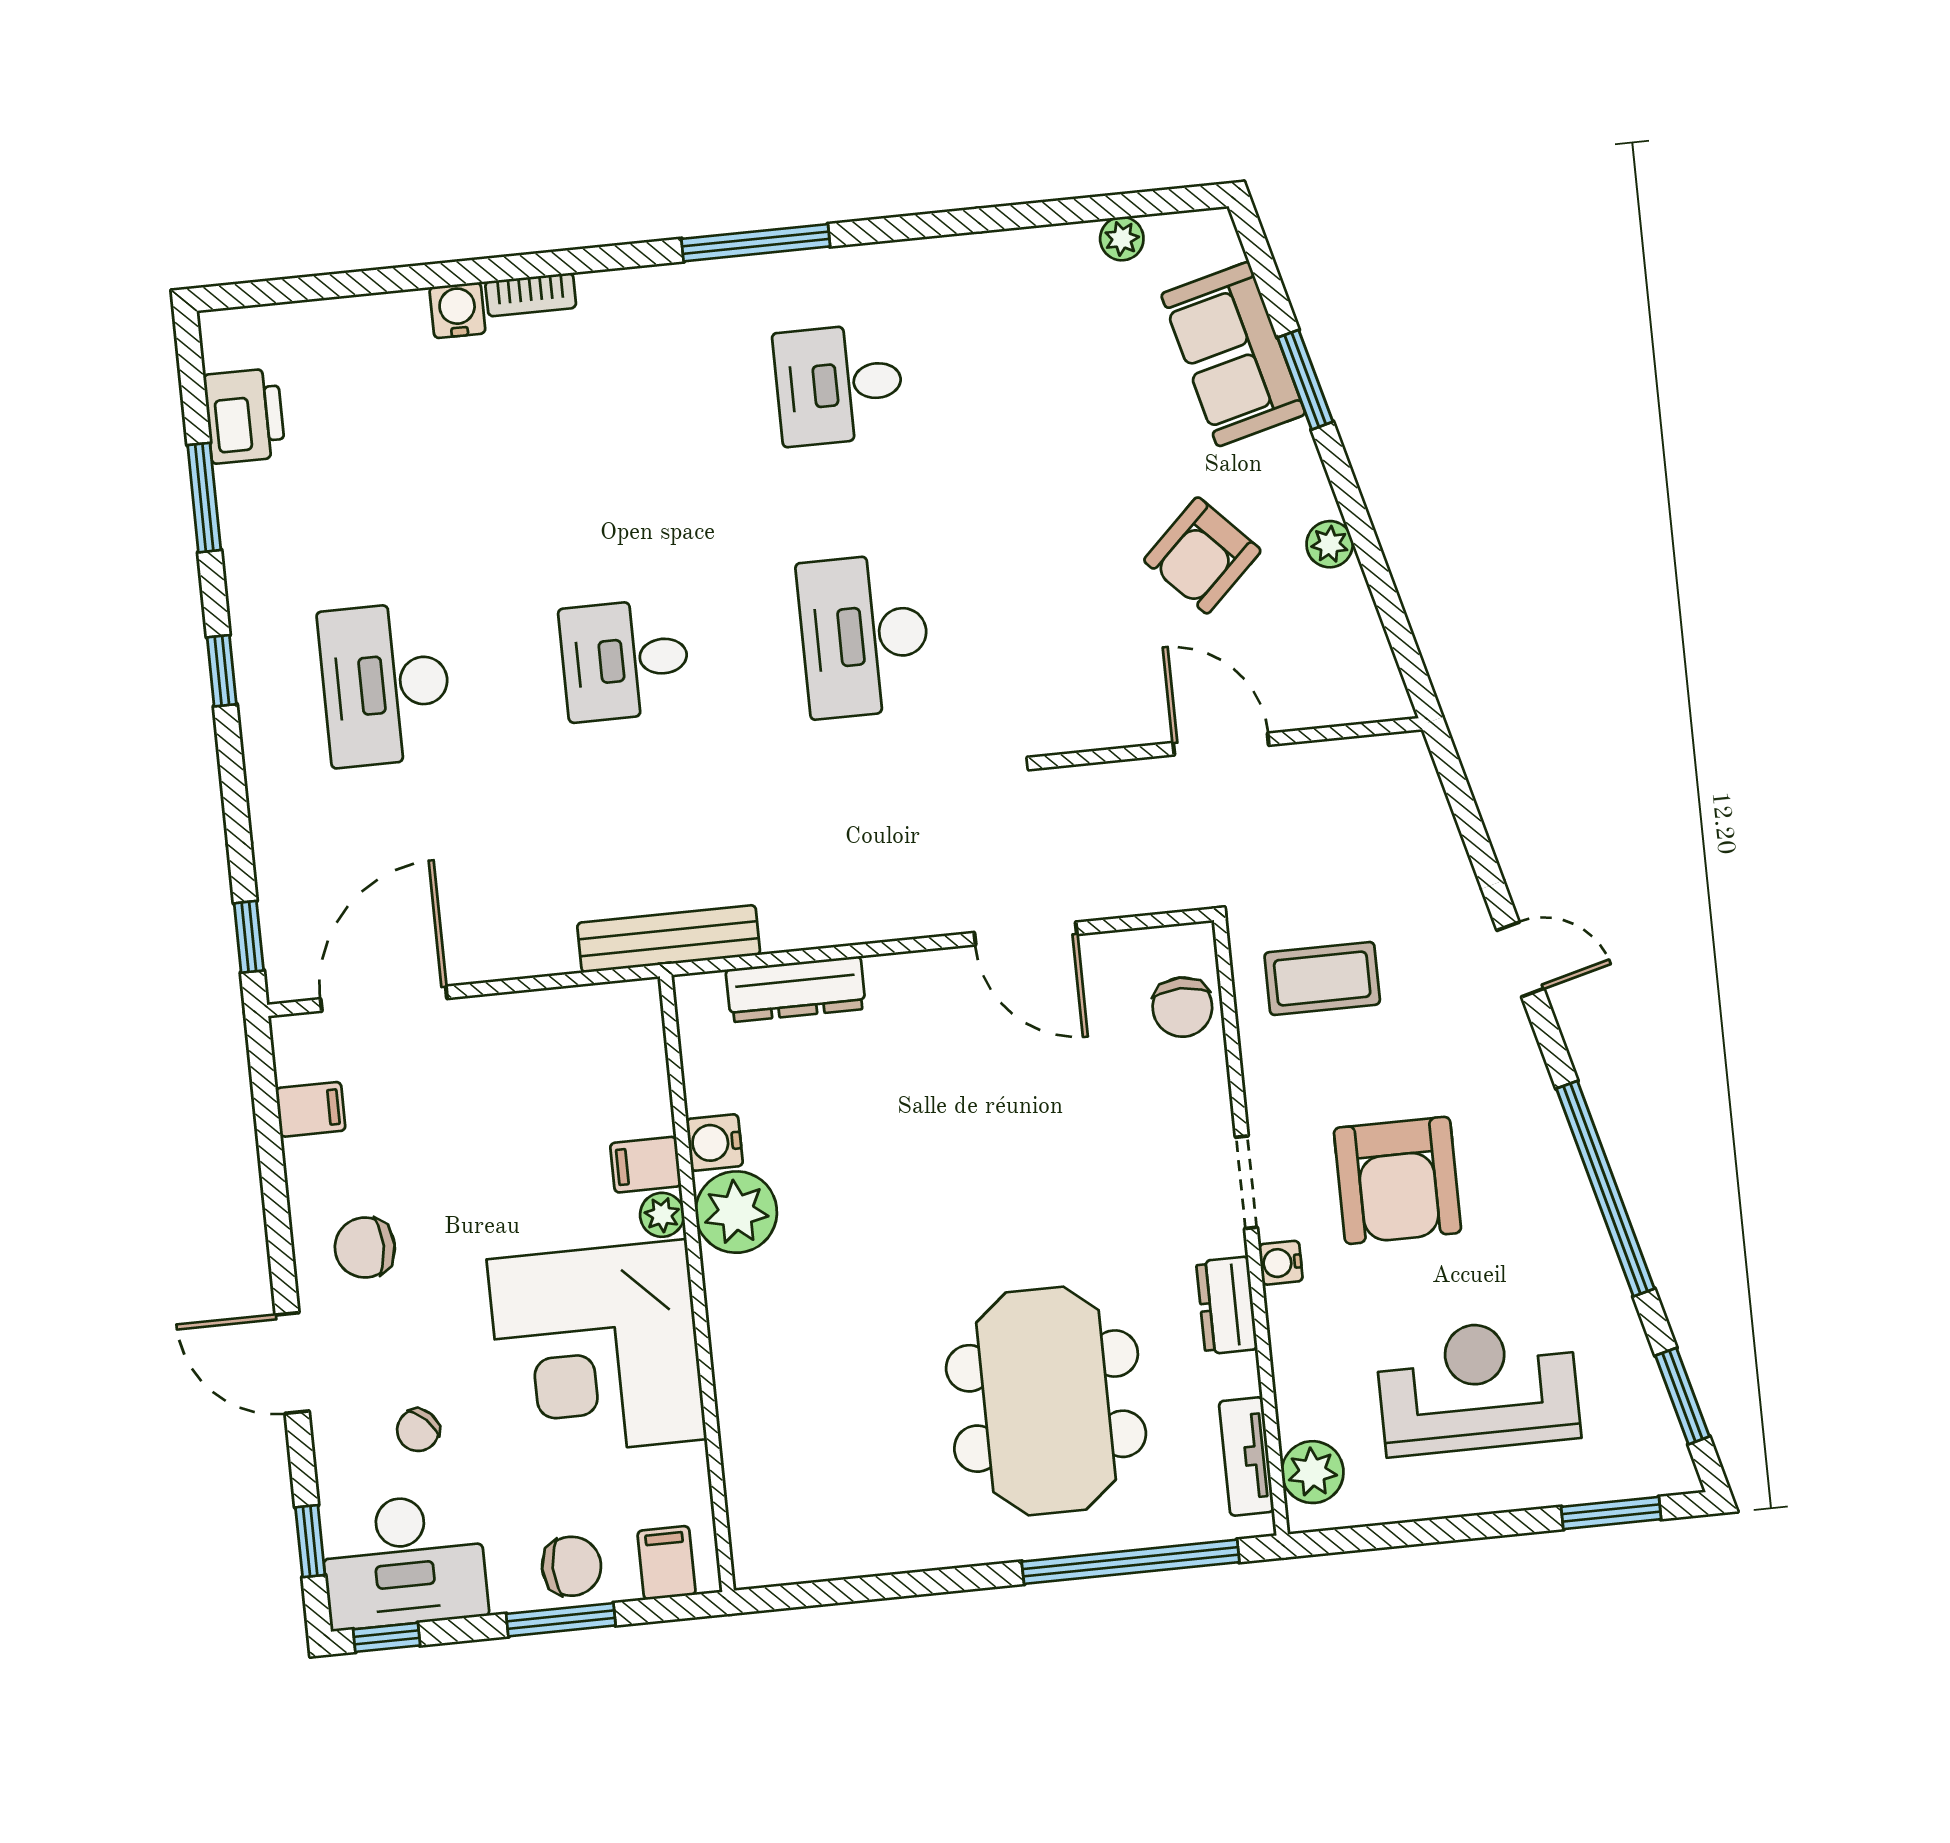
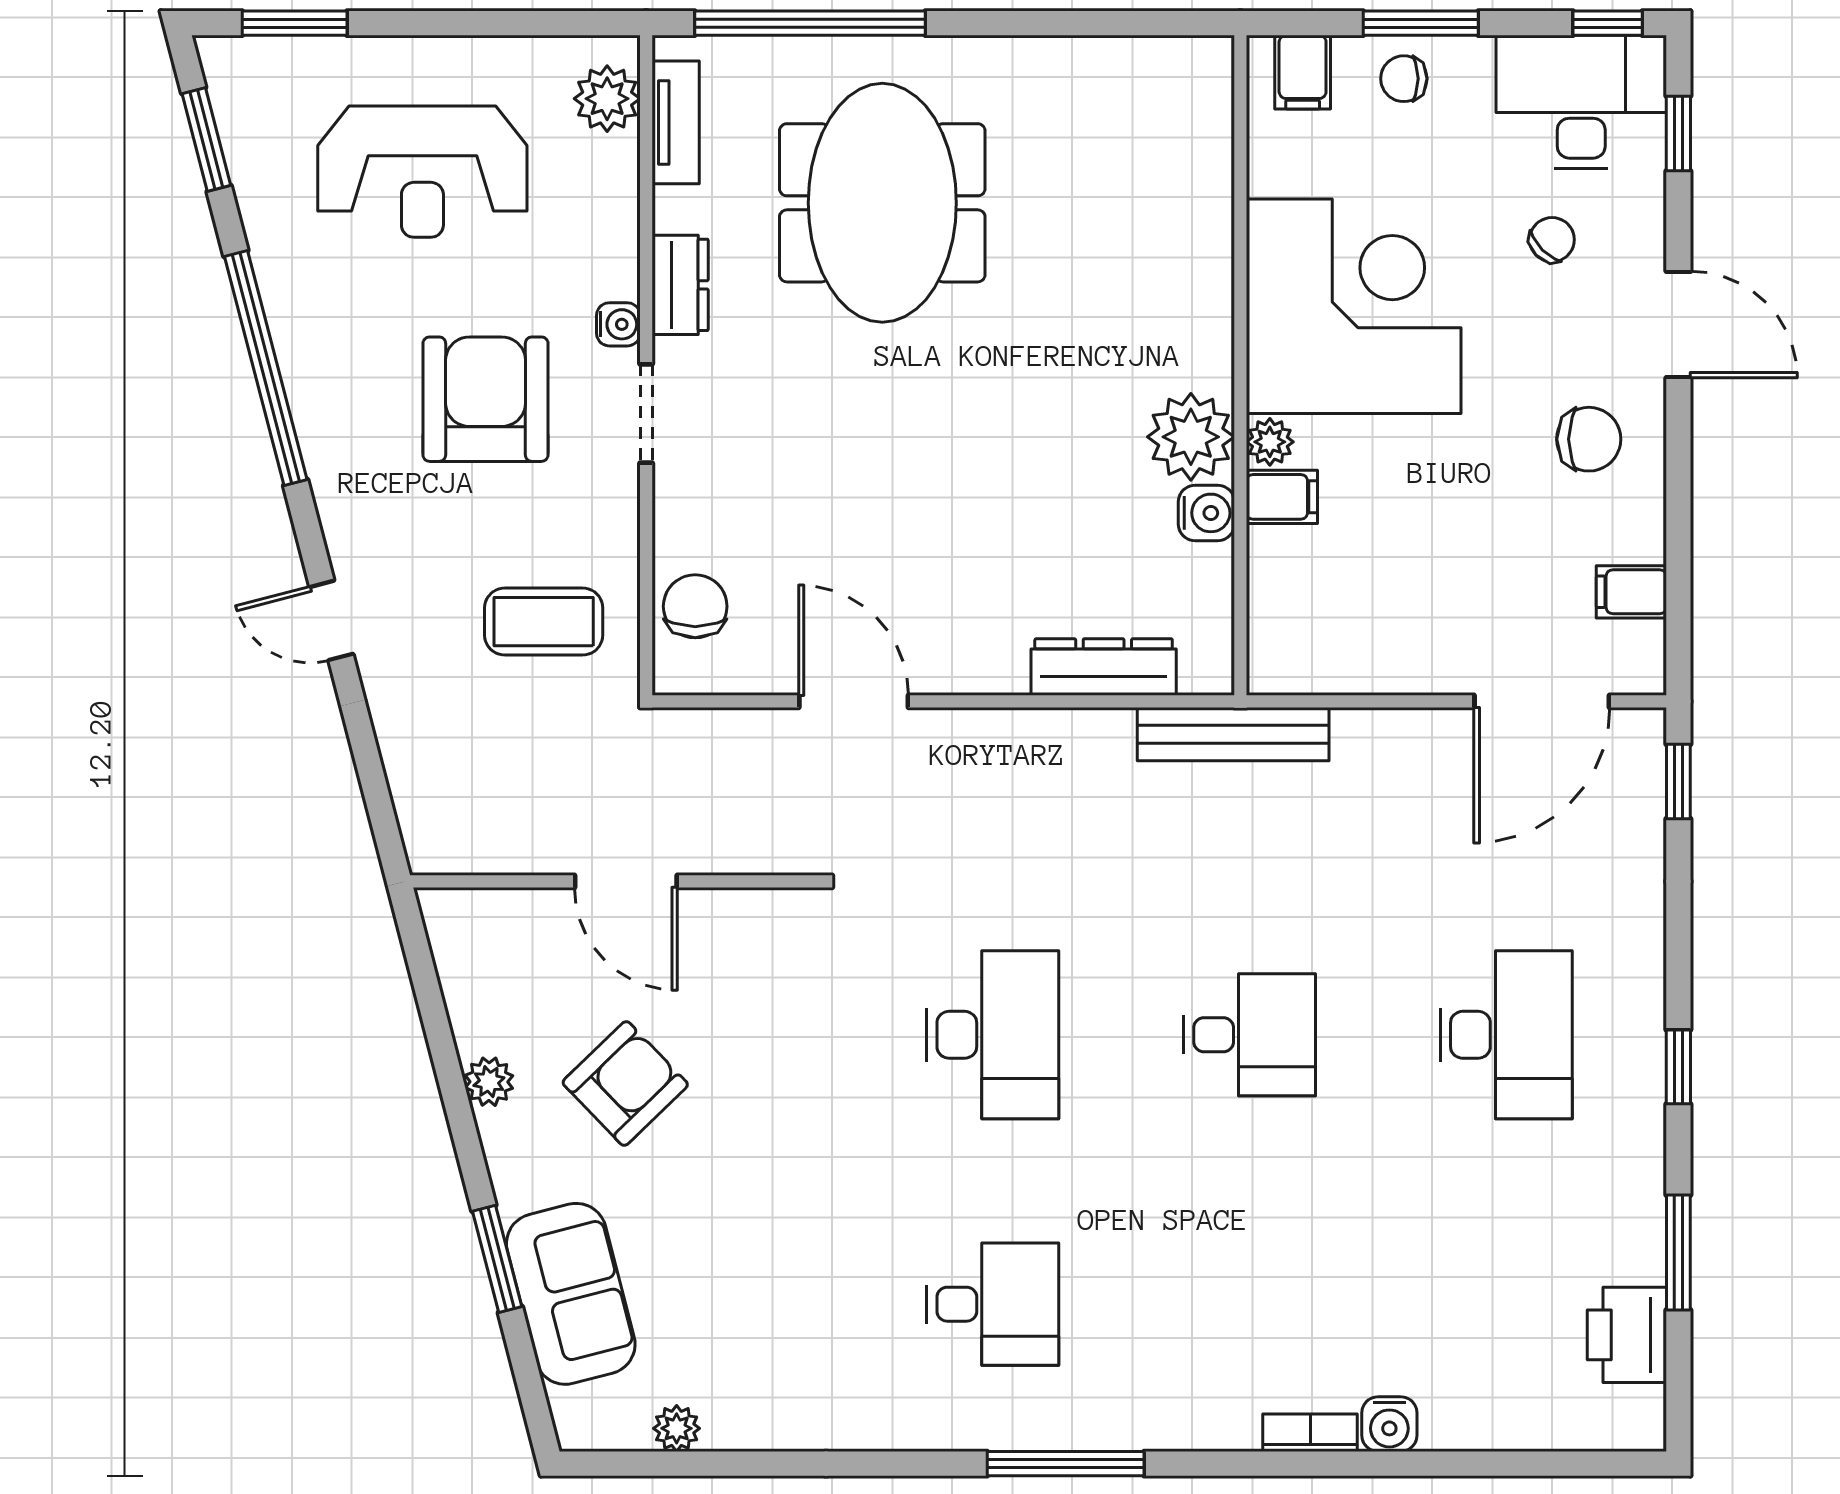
chair: (572, 1566) -> (1404, 79), width x0.73, depth x0.73

